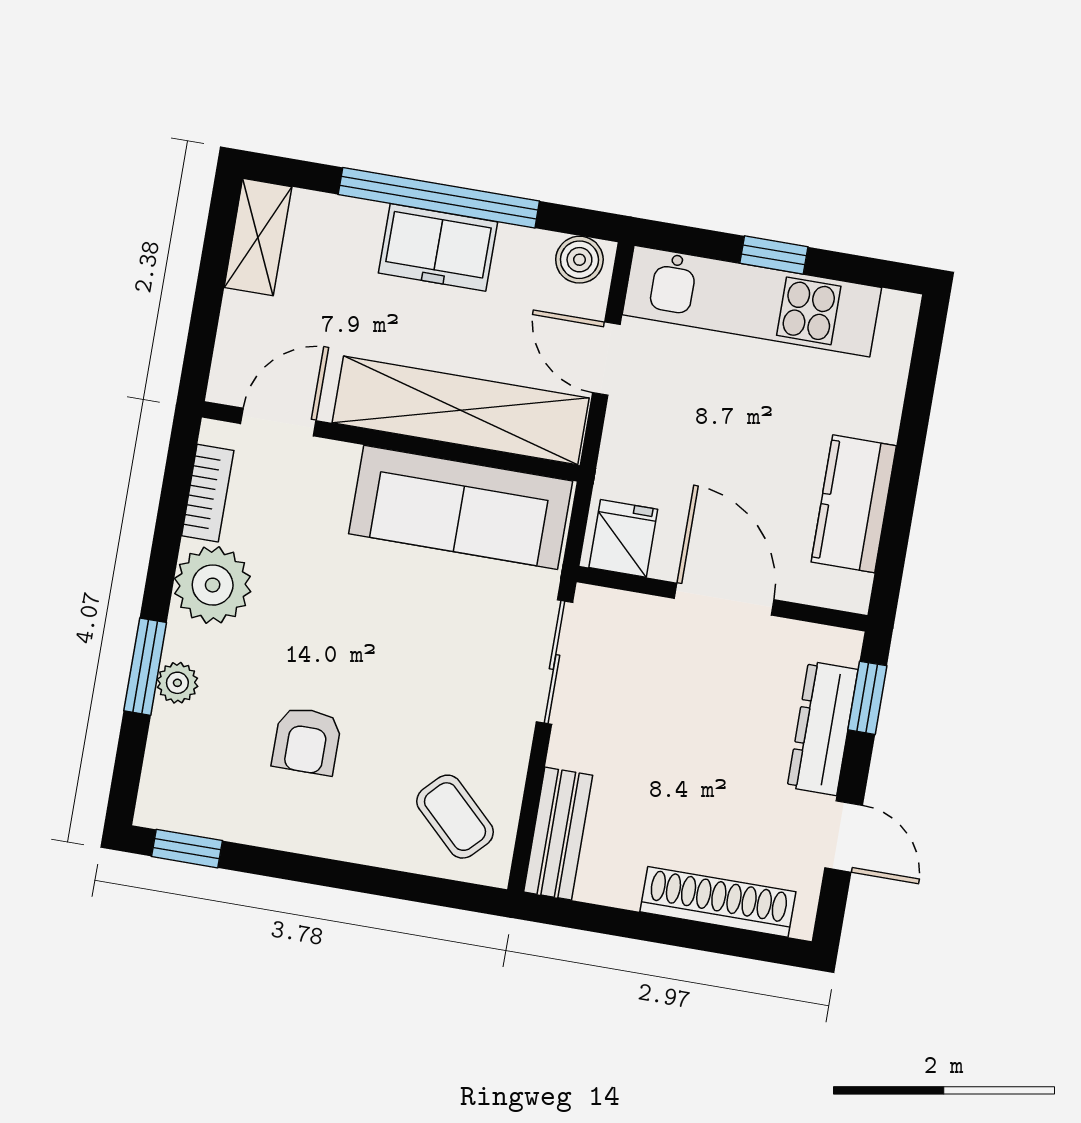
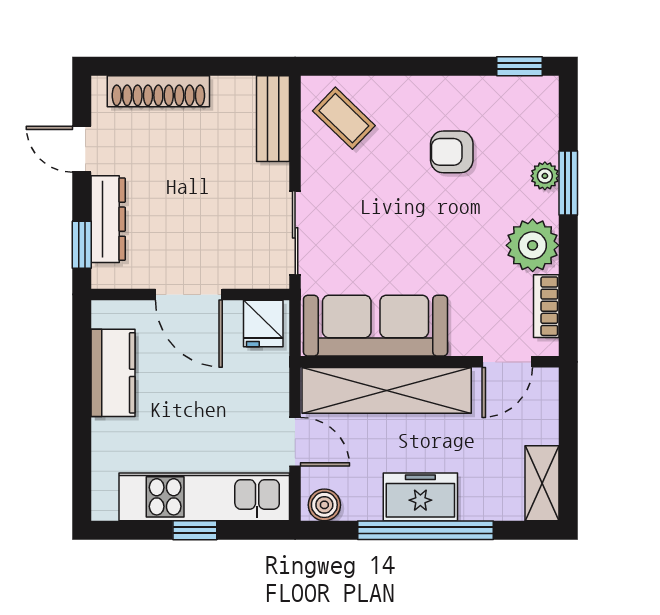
armchair: (307, 741) -> (452, 152), turned -90

